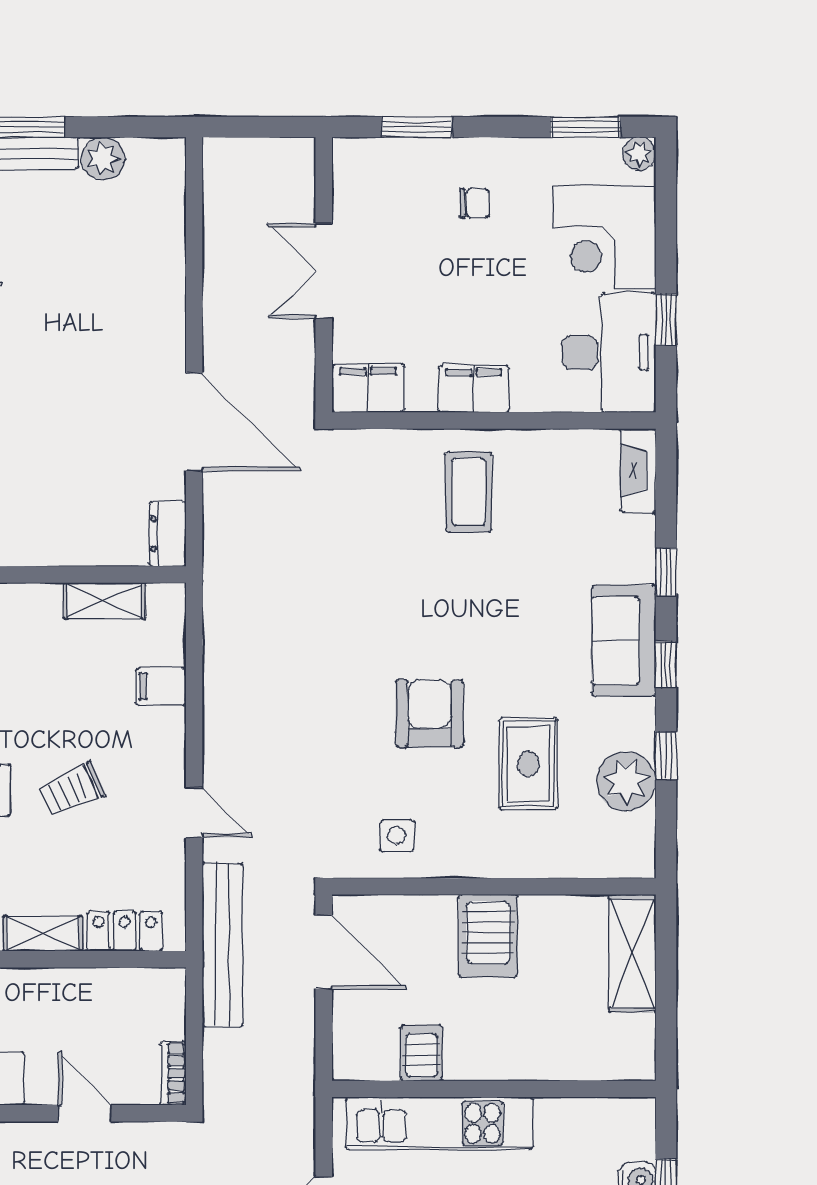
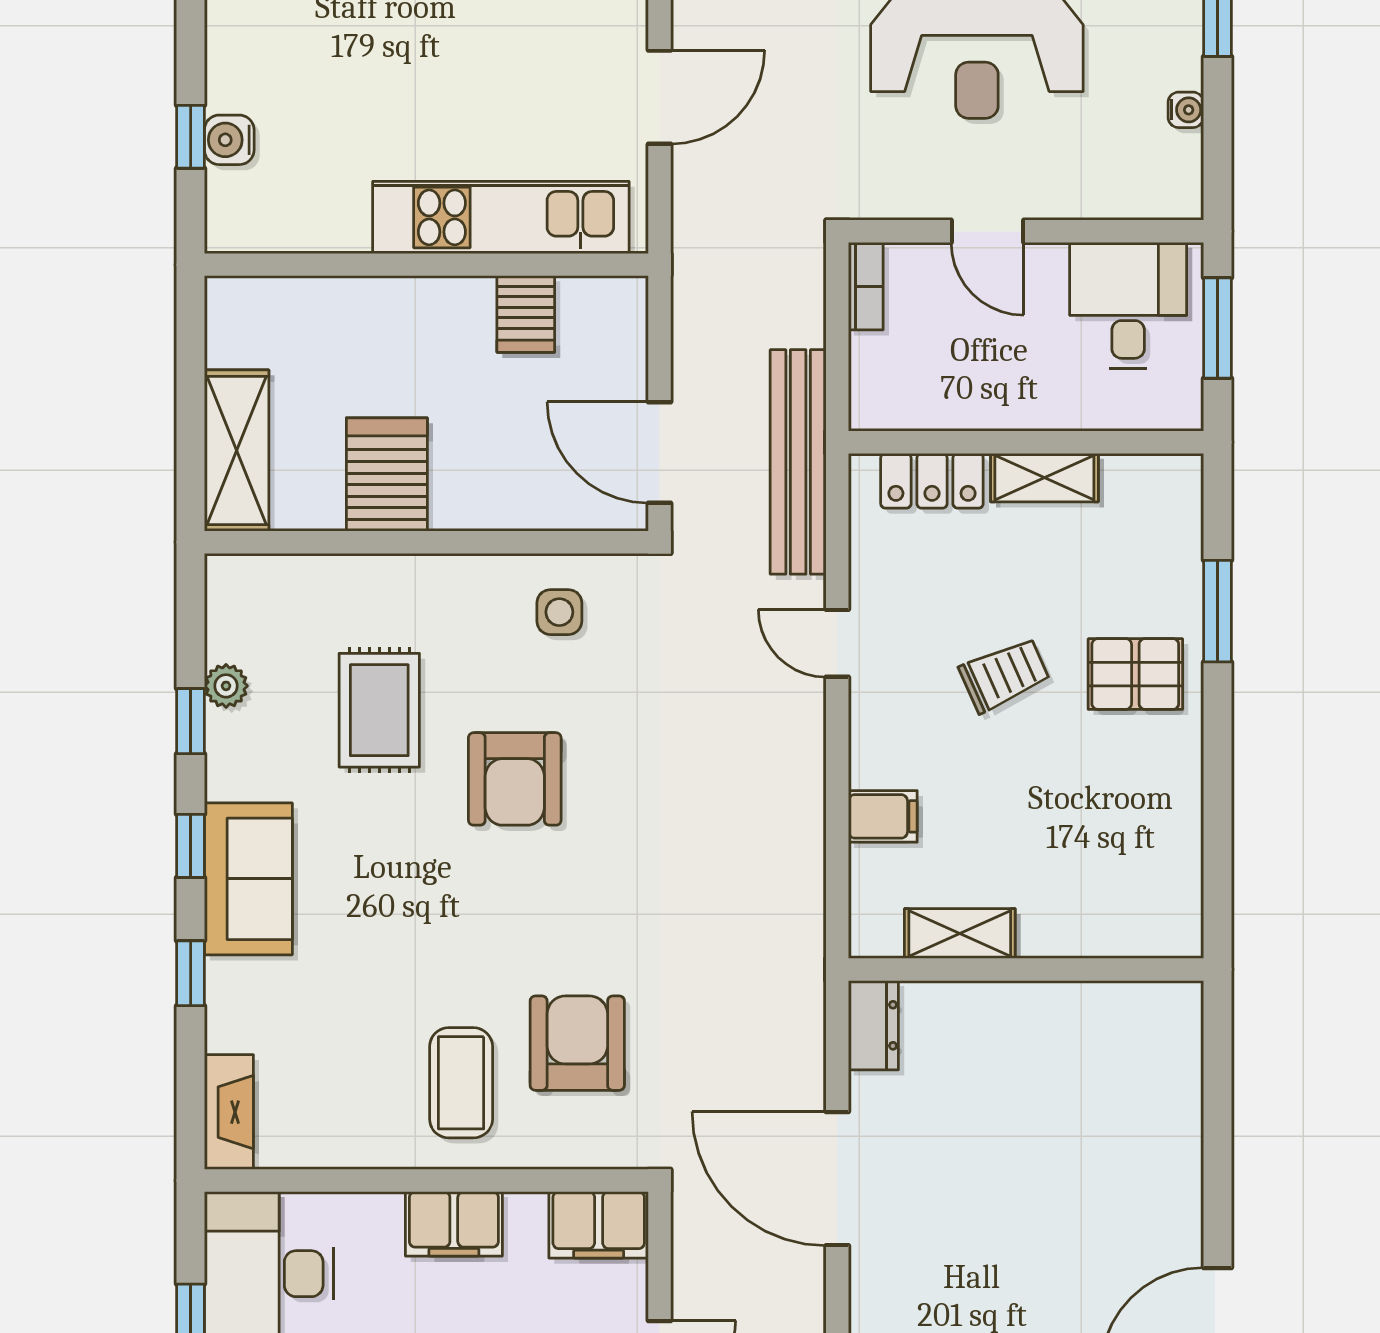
armchair: (384, 521) -> (577, 1043), added
plant: (626, 781) -> (226, 686), width x0.53, depth x0.53
server rack: (488, 936) -> (387, 474), moved

